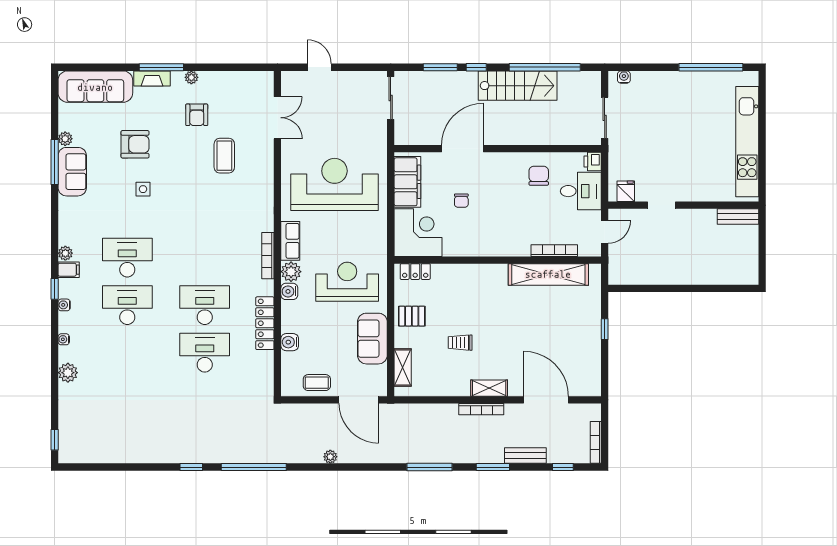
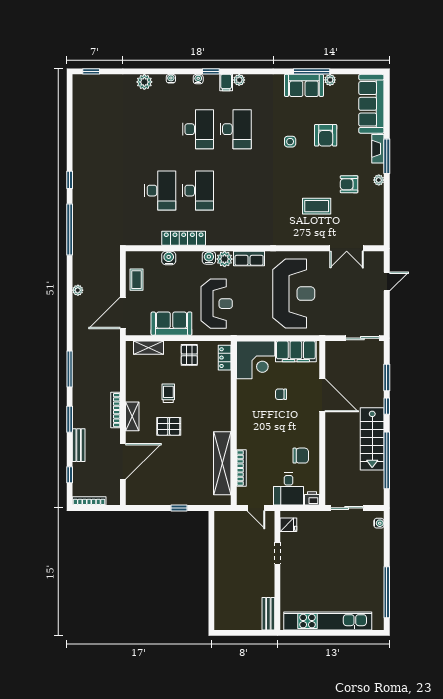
bookcase: (268, 256) -> (237, 241), removed
pallet: (502, 342) -> (169, 426), added

